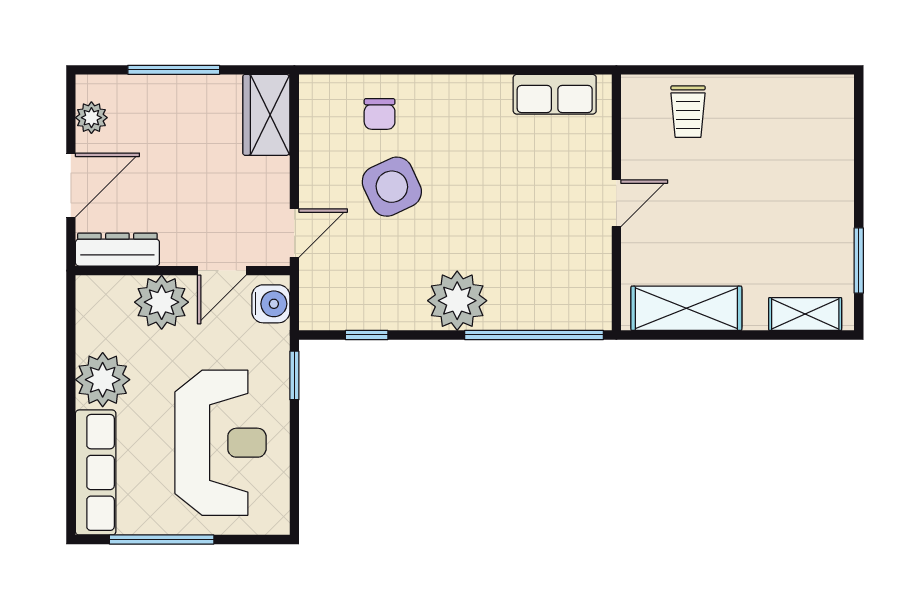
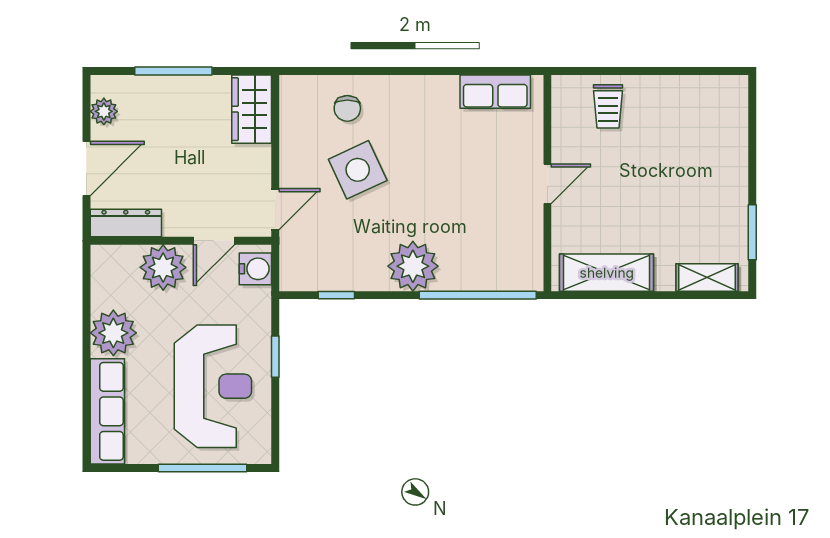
window: (294, 375) -> (275, 357), moved
window: (162, 540) -> (203, 468), moved

